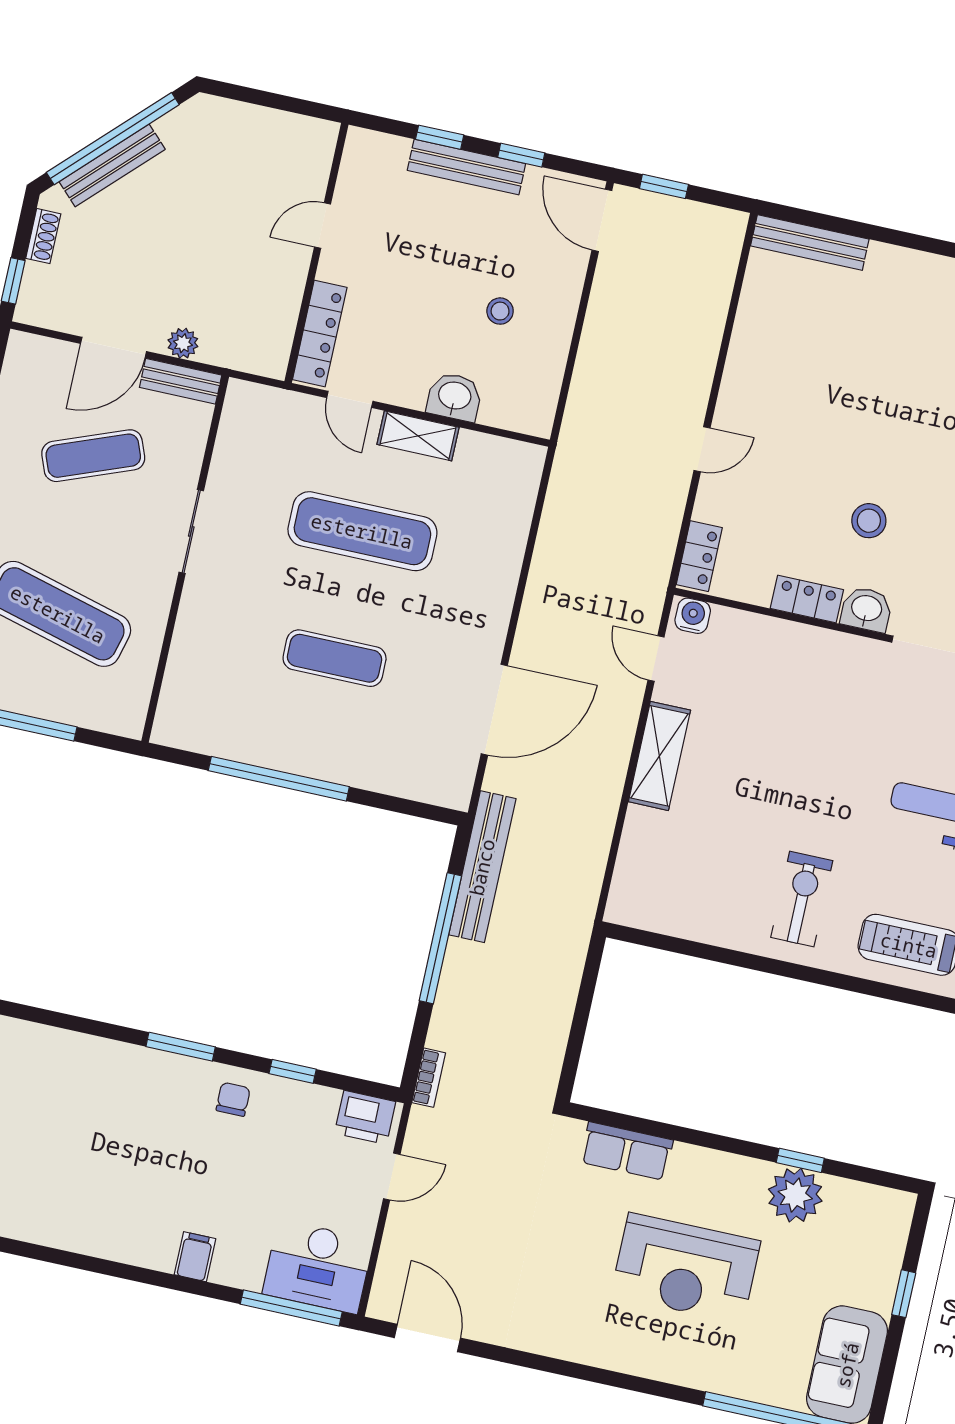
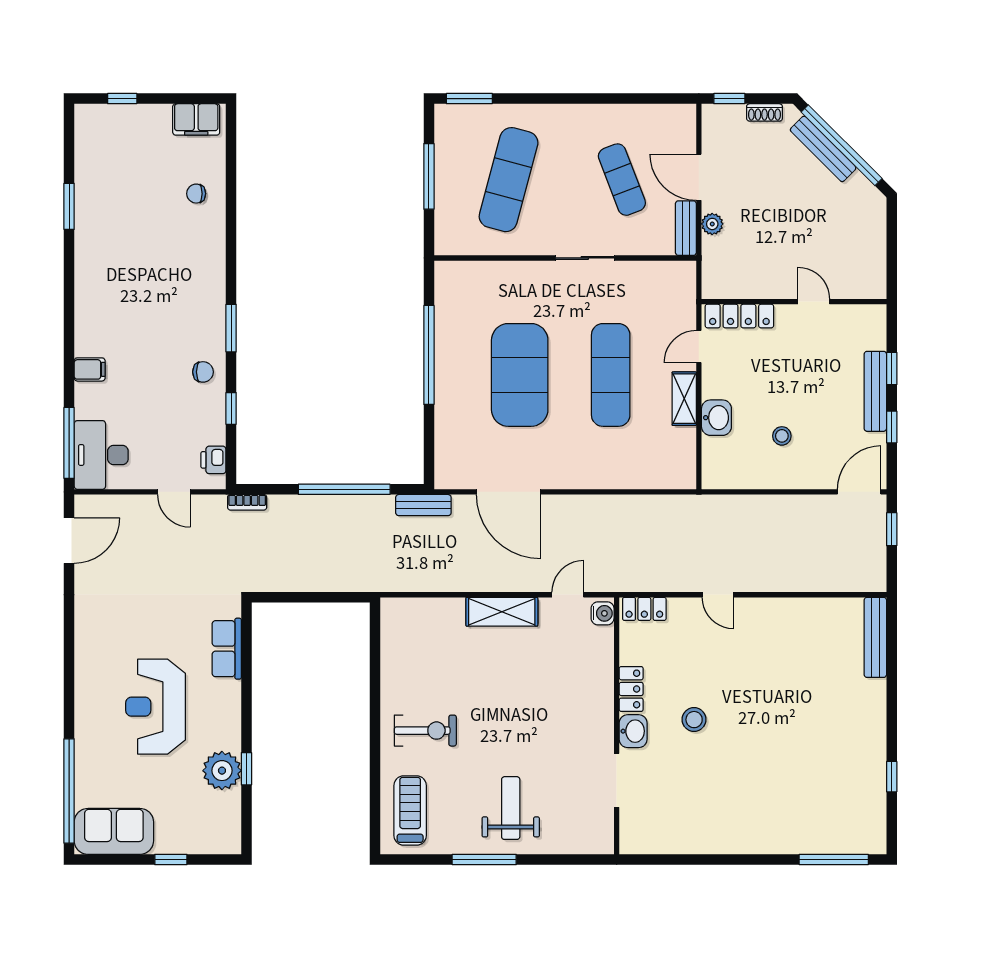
exercise mat: (335, 658) -> (520, 375), width x2.00, depth x1.45
bench: (482, 867) -> (423, 505), width x0.54, depth x0.82
printer: (365, 1117) -> (213, 460), width x0.73, depth x0.81

